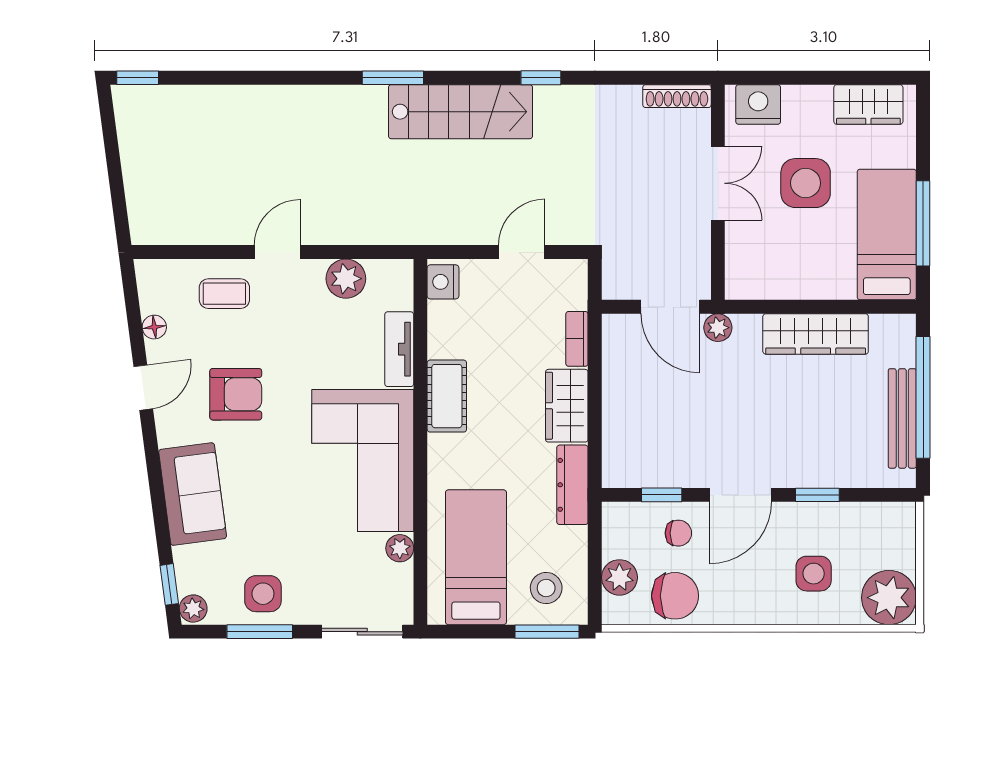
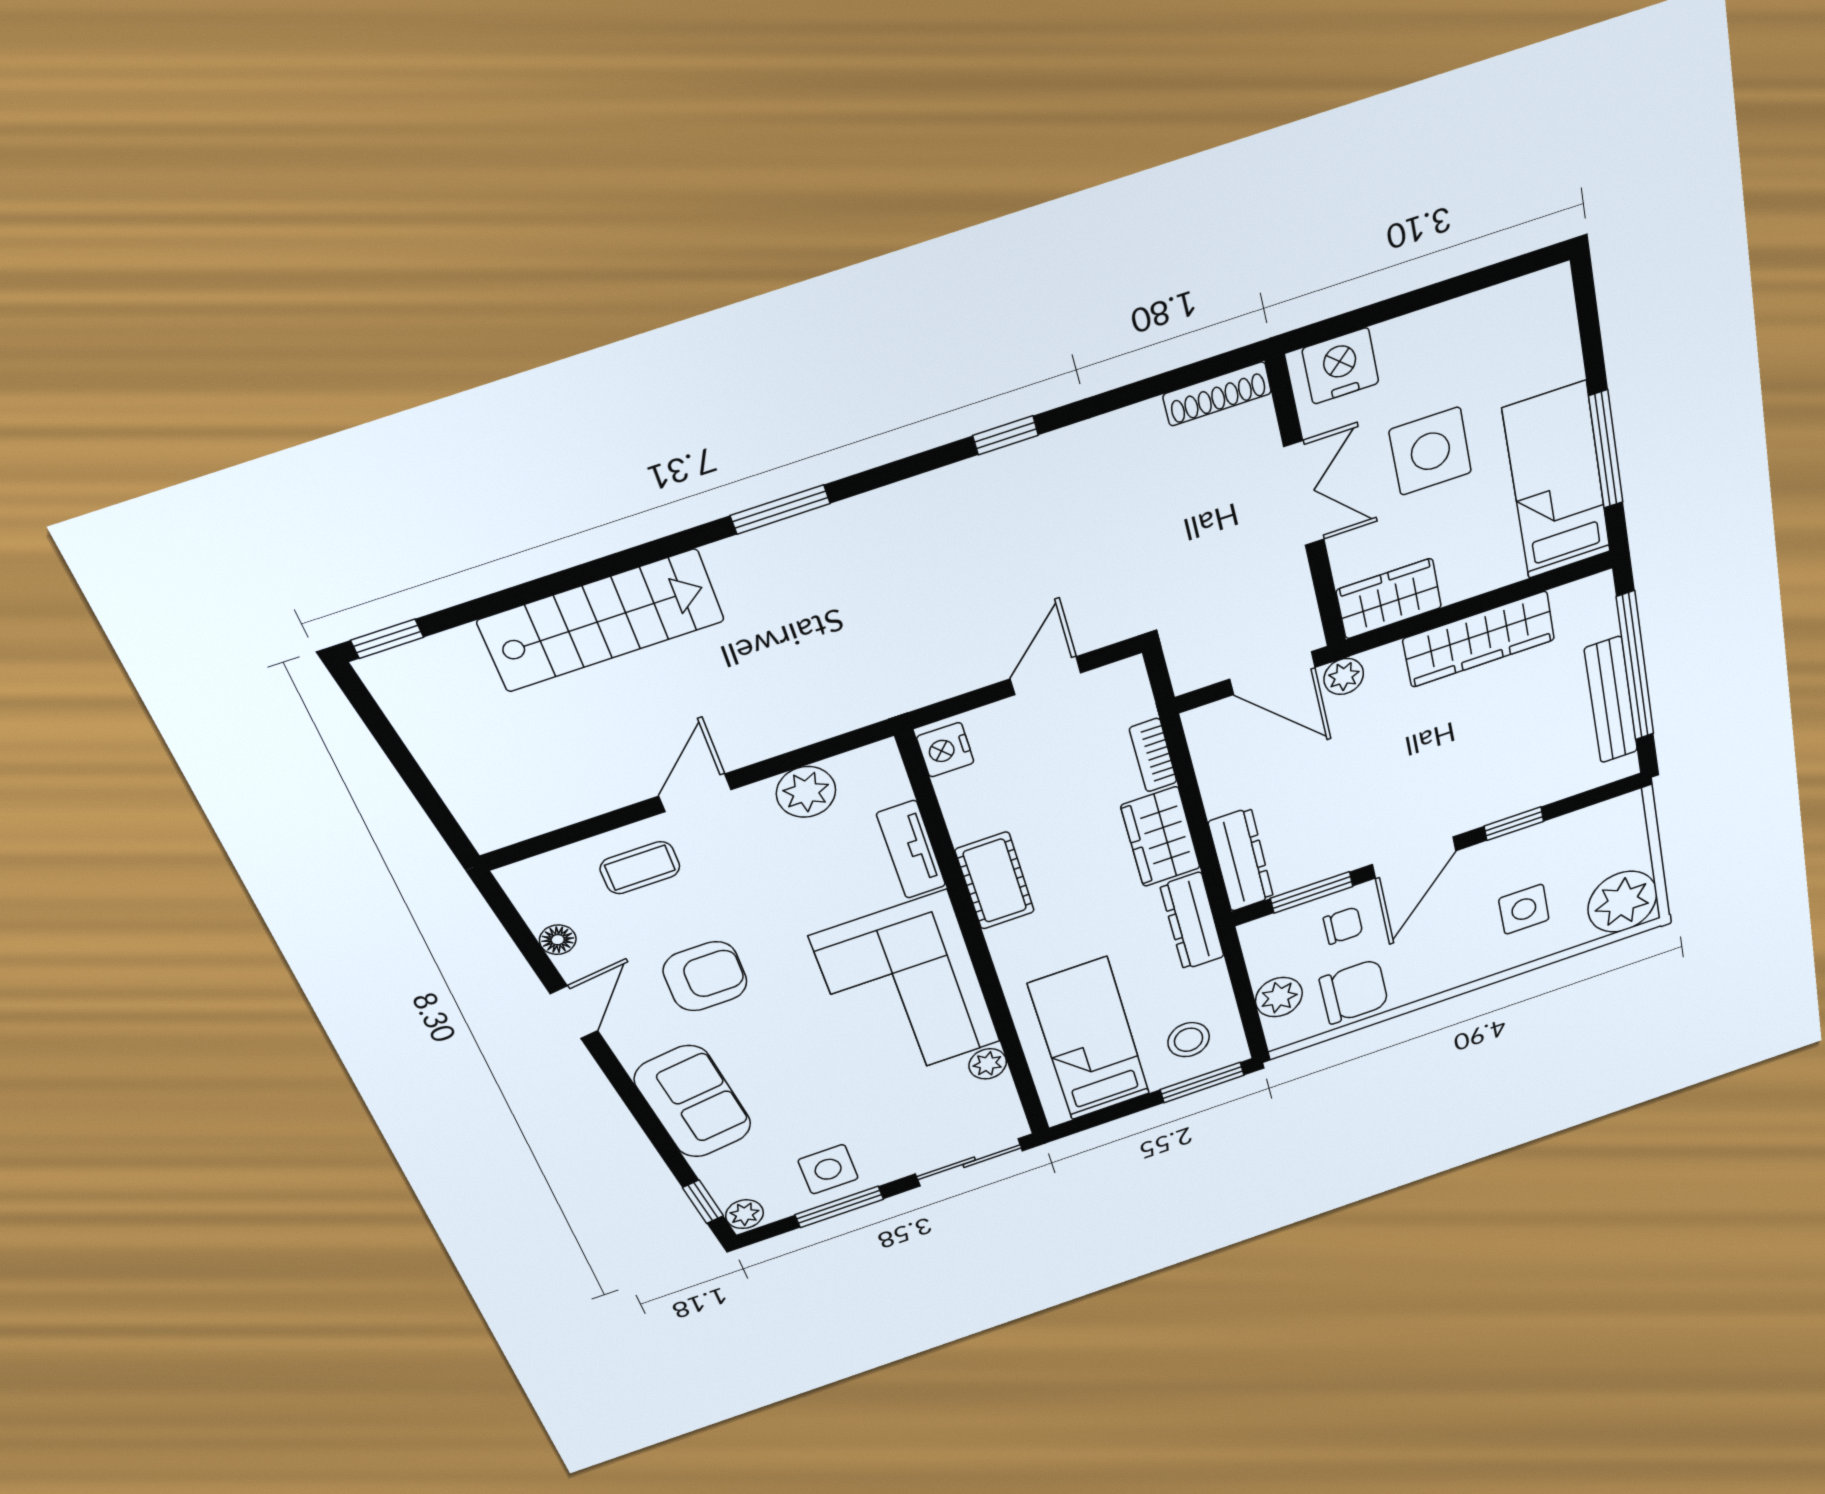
wardrobe: (868, 104) -> (1389, 599), moved, turned 180
stairs: (461, 112) -> (601, 621), moved
dresser: (618, 447) -> (1241, 860), added
window: (662, 495) -> (1312, 892), width x1.50

